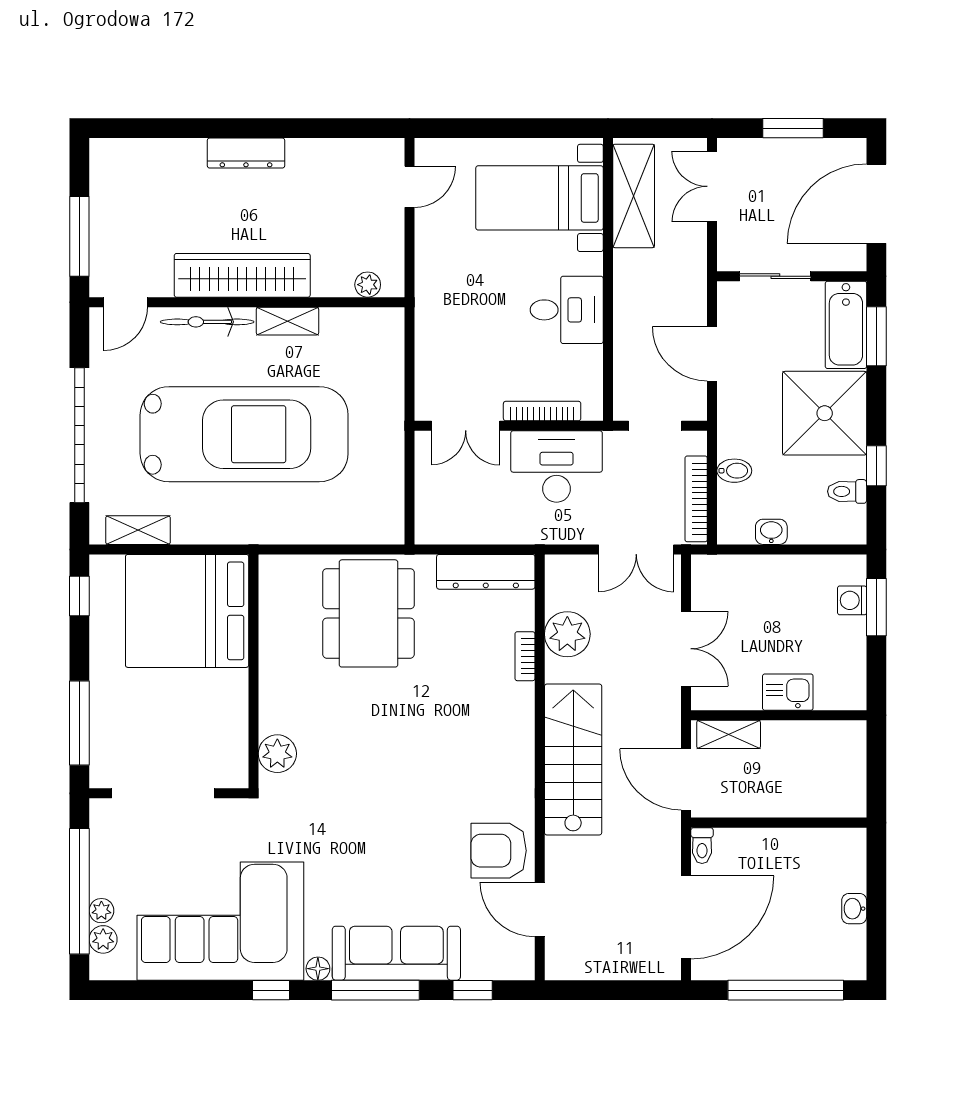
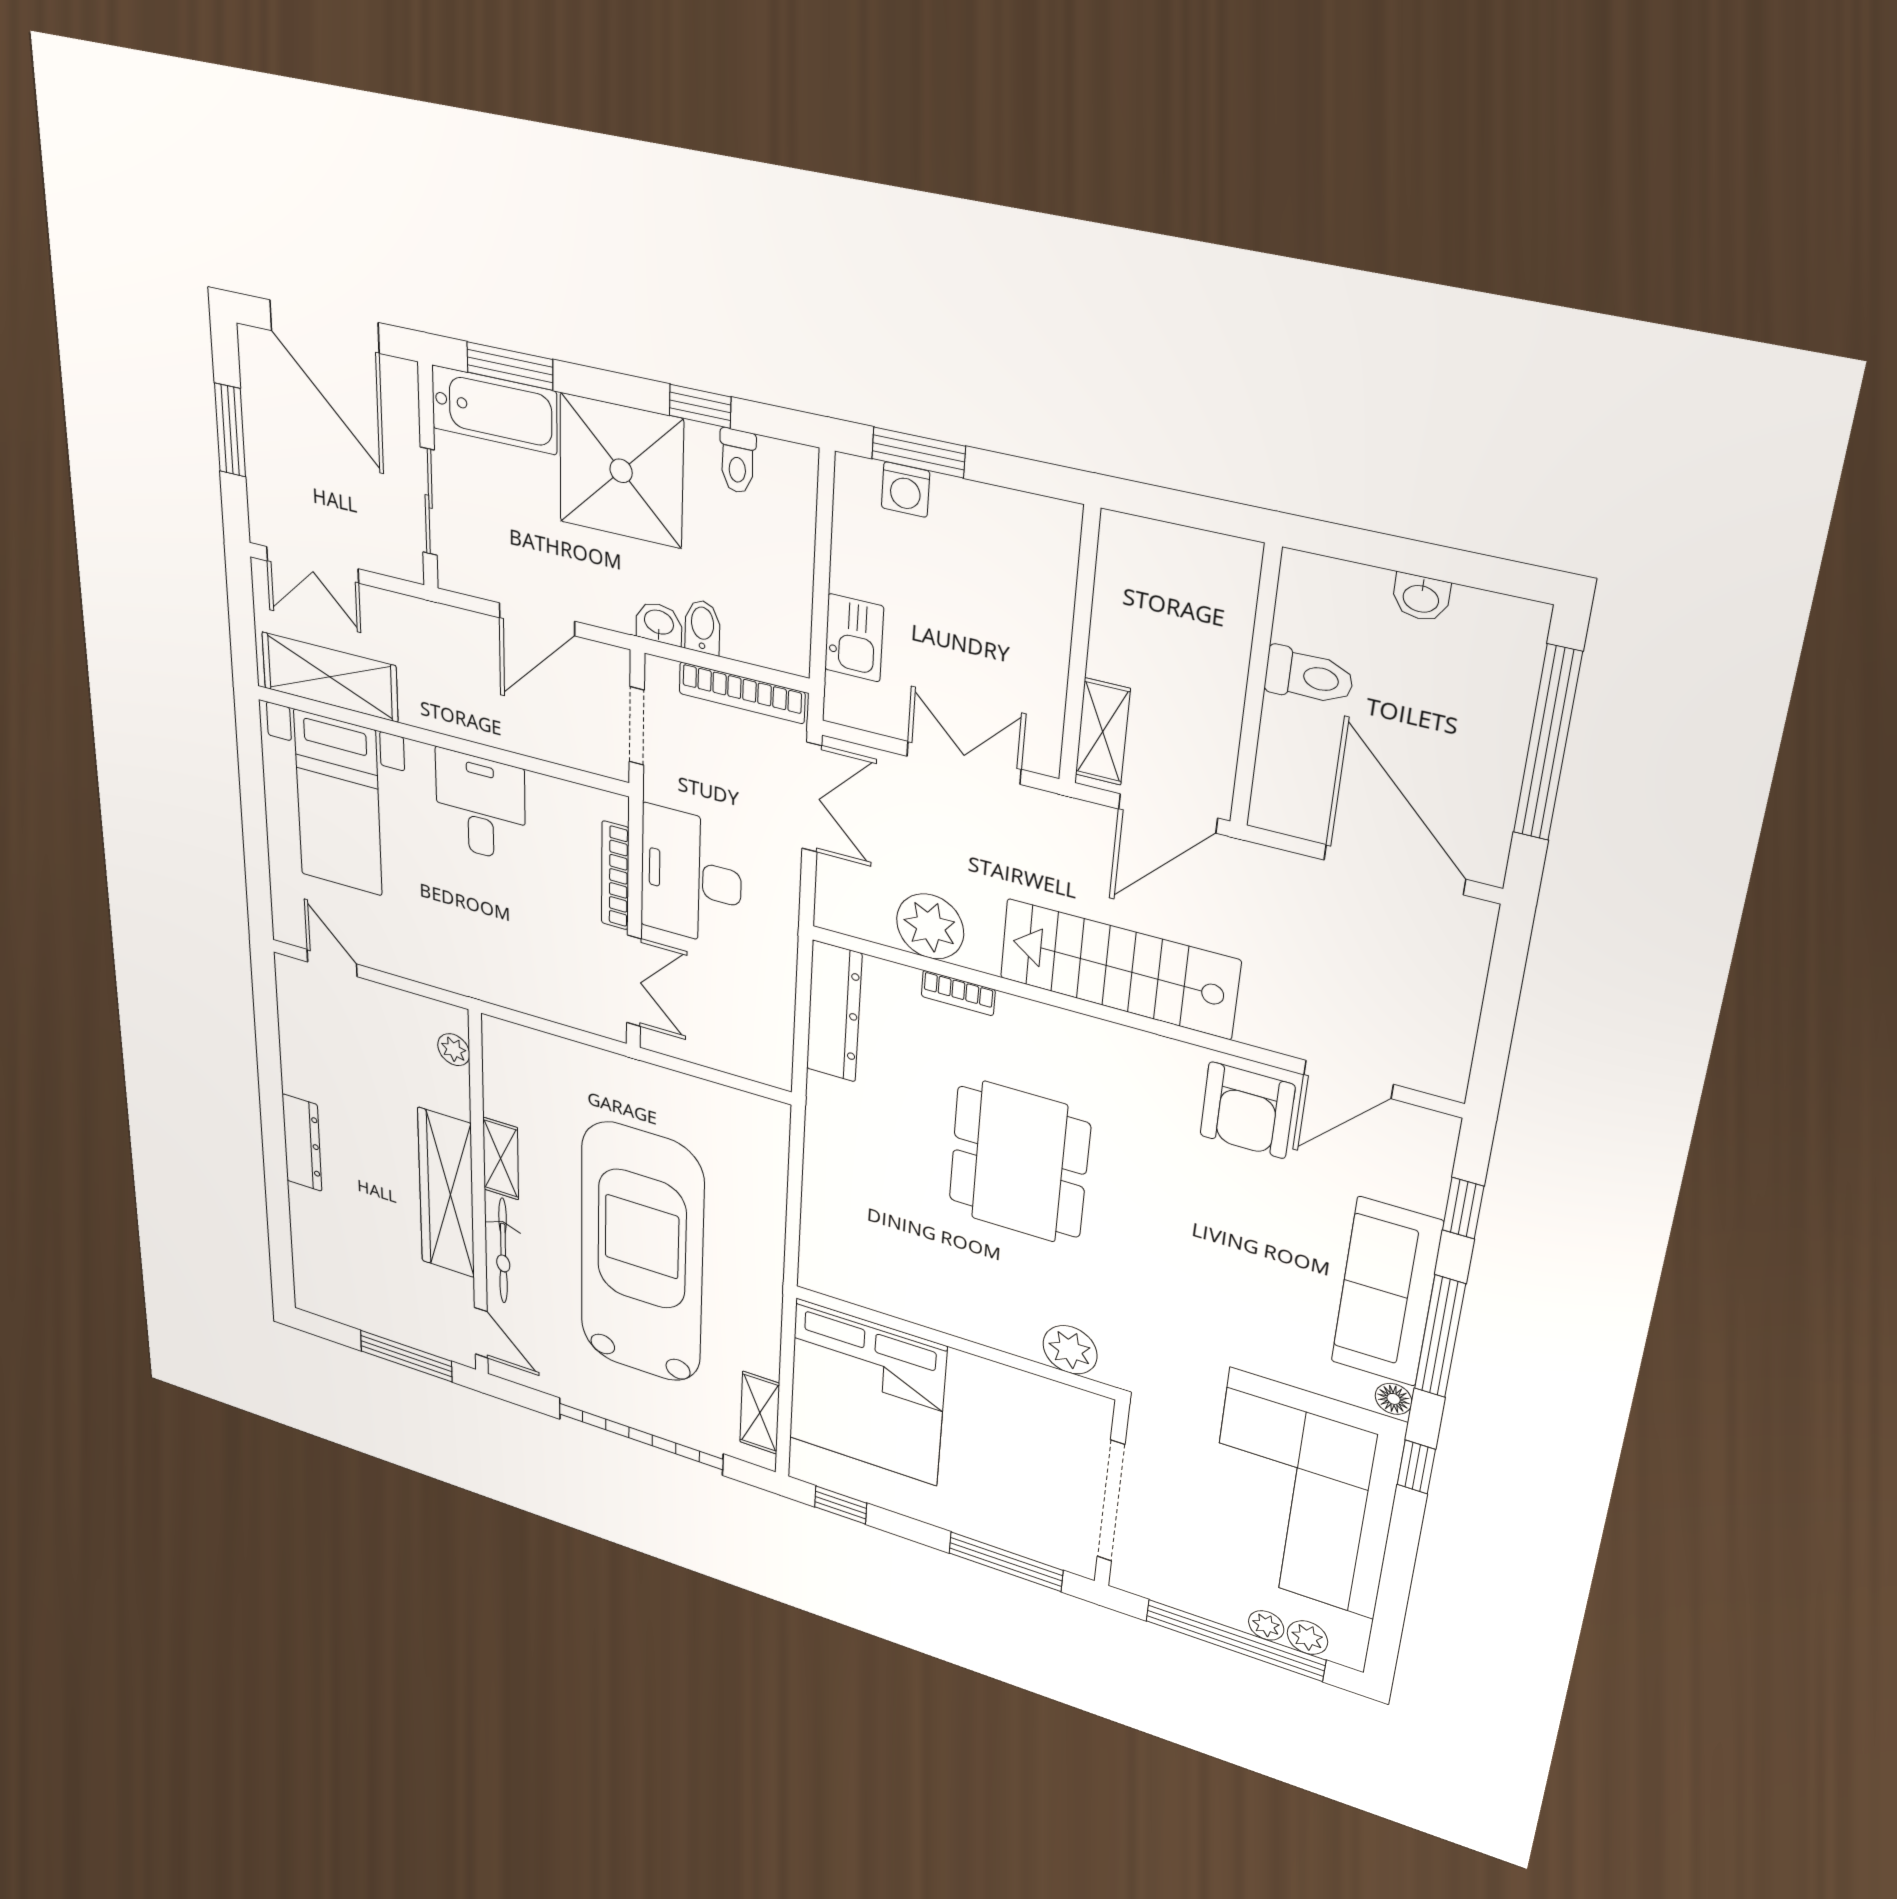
washbasin: (771, 532) -> (659, 623), moved, turned 90
dining table: (368, 613) -> (1019, 1162), moved, turned 90
kitchen sink: (788, 692) -> (854, 638), moved, turned 180
toilet: (702, 846) -> (1309, 676), moved, width x1.37, depth x1.39

